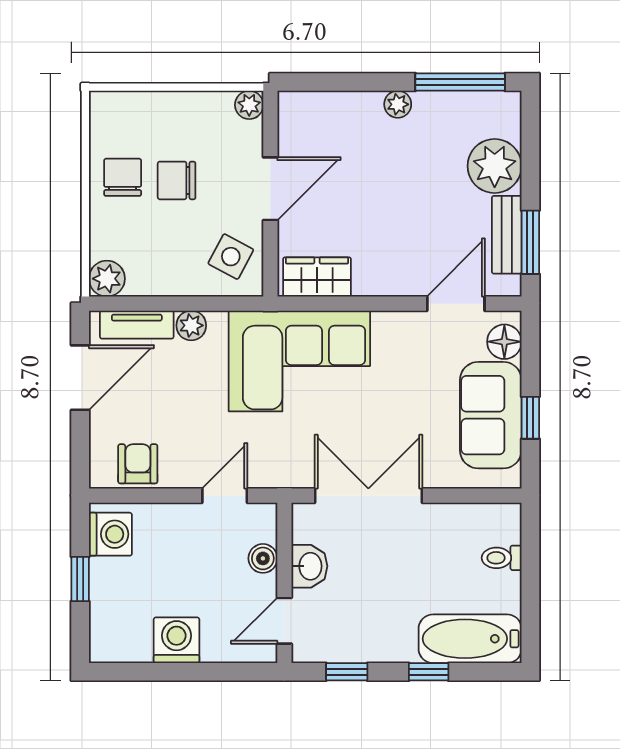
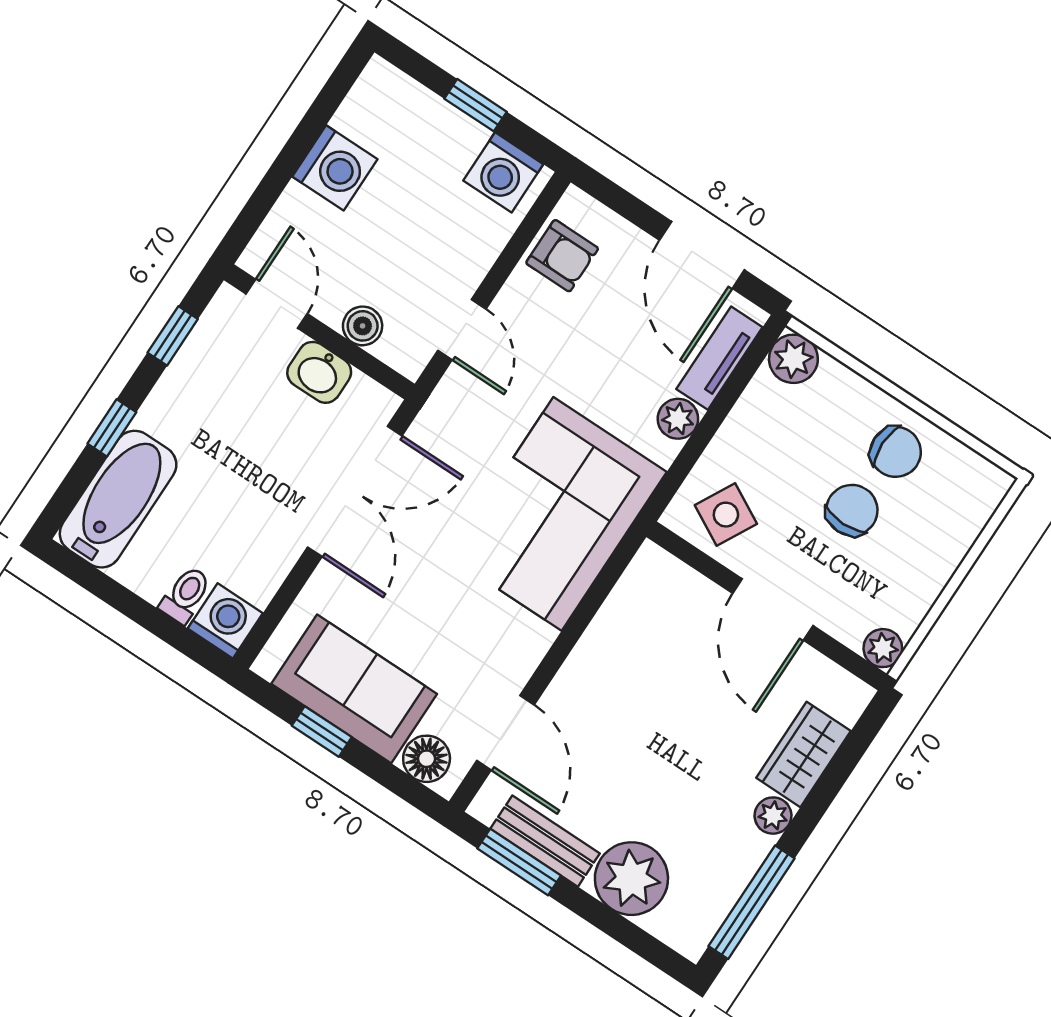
wardrobe: (317, 277) -> (804, 754), moved, turned 180
washing machine: (501, 523) -> (225, 621), added

